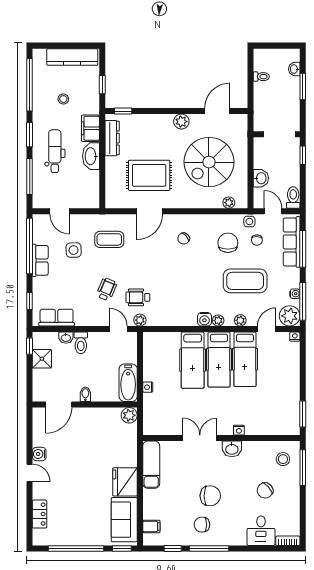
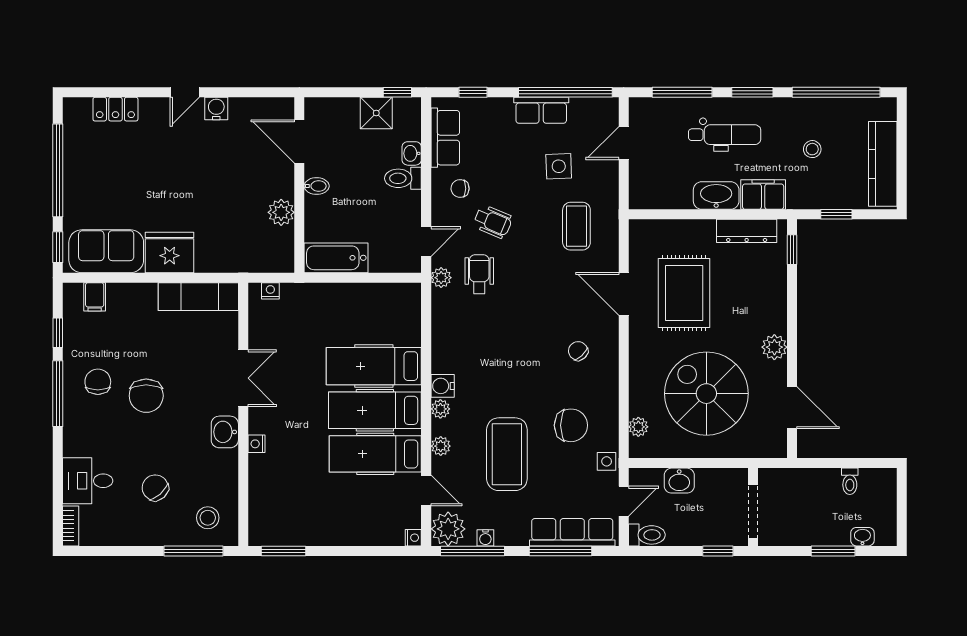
chair: (257, 240) -> (460, 188), moved
nightstand: (148, 387) -> (270, 291), moved
plant: (129, 415) -> (281, 212), moved

